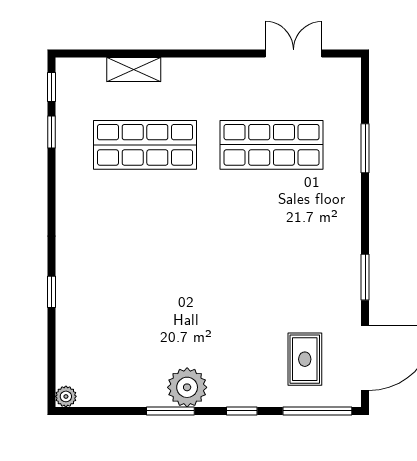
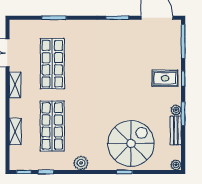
shelving: (229, 69) -> (15, 85), added
plant: (70, 203) -> (81, 163), added
spiral stairs: (110, 305) -> (131, 143), added
rug: (305, 359) -> (165, 78), moved
plant: (187, 387) -> (176, 110), width x0.53, depth x0.53
bench: (136, 396) -> (176, 130), added

